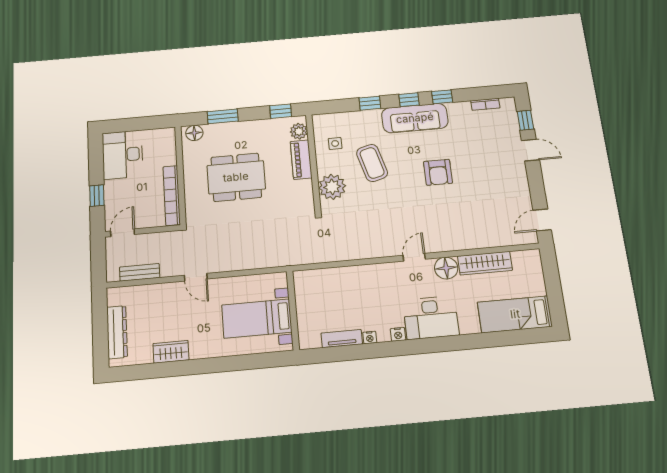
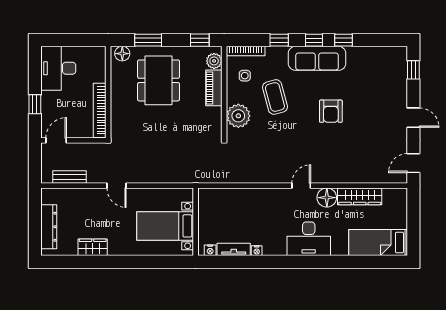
bookcase: (485, 104) -> (246, 51), moved, width x1.56
door: (530, 150) -> (413, 118), moved
dining table: (236, 177) -> (159, 80), moved, turned 90
nightstand: (398, 334) -> (210, 250), moved

